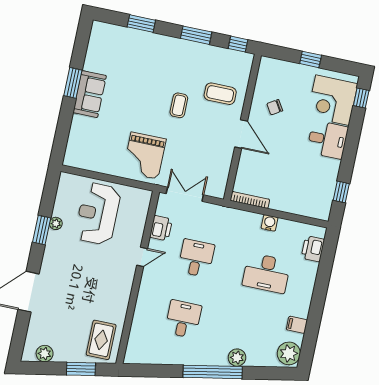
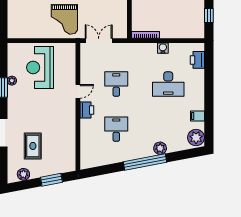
printer: (161, 228) -> (87, 110), moved
rug: (101, 340) -> (33, 146), moved

